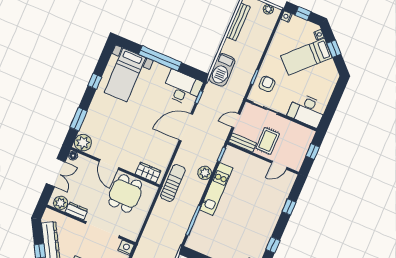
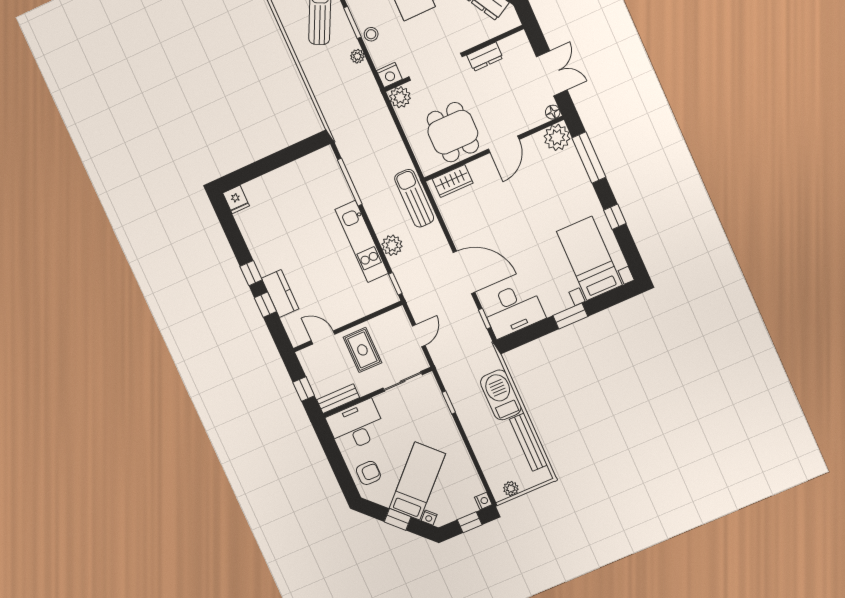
window: (160, 58) -> (570, 316), width x0.47
barbecue: (222, 70) -> (501, 395), moved
armchair: (267, 84) -> (368, 473), moved, turned -90
window: (79, 119) -> (589, 158), width x1.44
door: (186, 127) -> (464, 272), hinge flipped
bench: (242, 142) -> (338, 399), moved
door: (109, 164) -> (504, 144), swing flipped
door: (279, 165) -> (323, 337), hinge flipped
double door: (56, 173) -> (552, 73), swing flipped
sun lounger: (173, 183) -> (414, 198), turned 180
plant: (61, 203) -> (400, 97), moved
kitchen counter: (277, 205) -> (280, 294), added
window: (273, 245) -> (251, 273), moved

